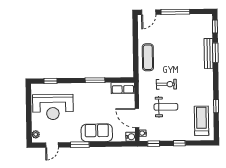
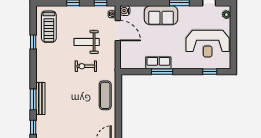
row of seats: (123, 88) -> (158, 63), moved
reception desk: (53, 107) -> (208, 44), turned 180

